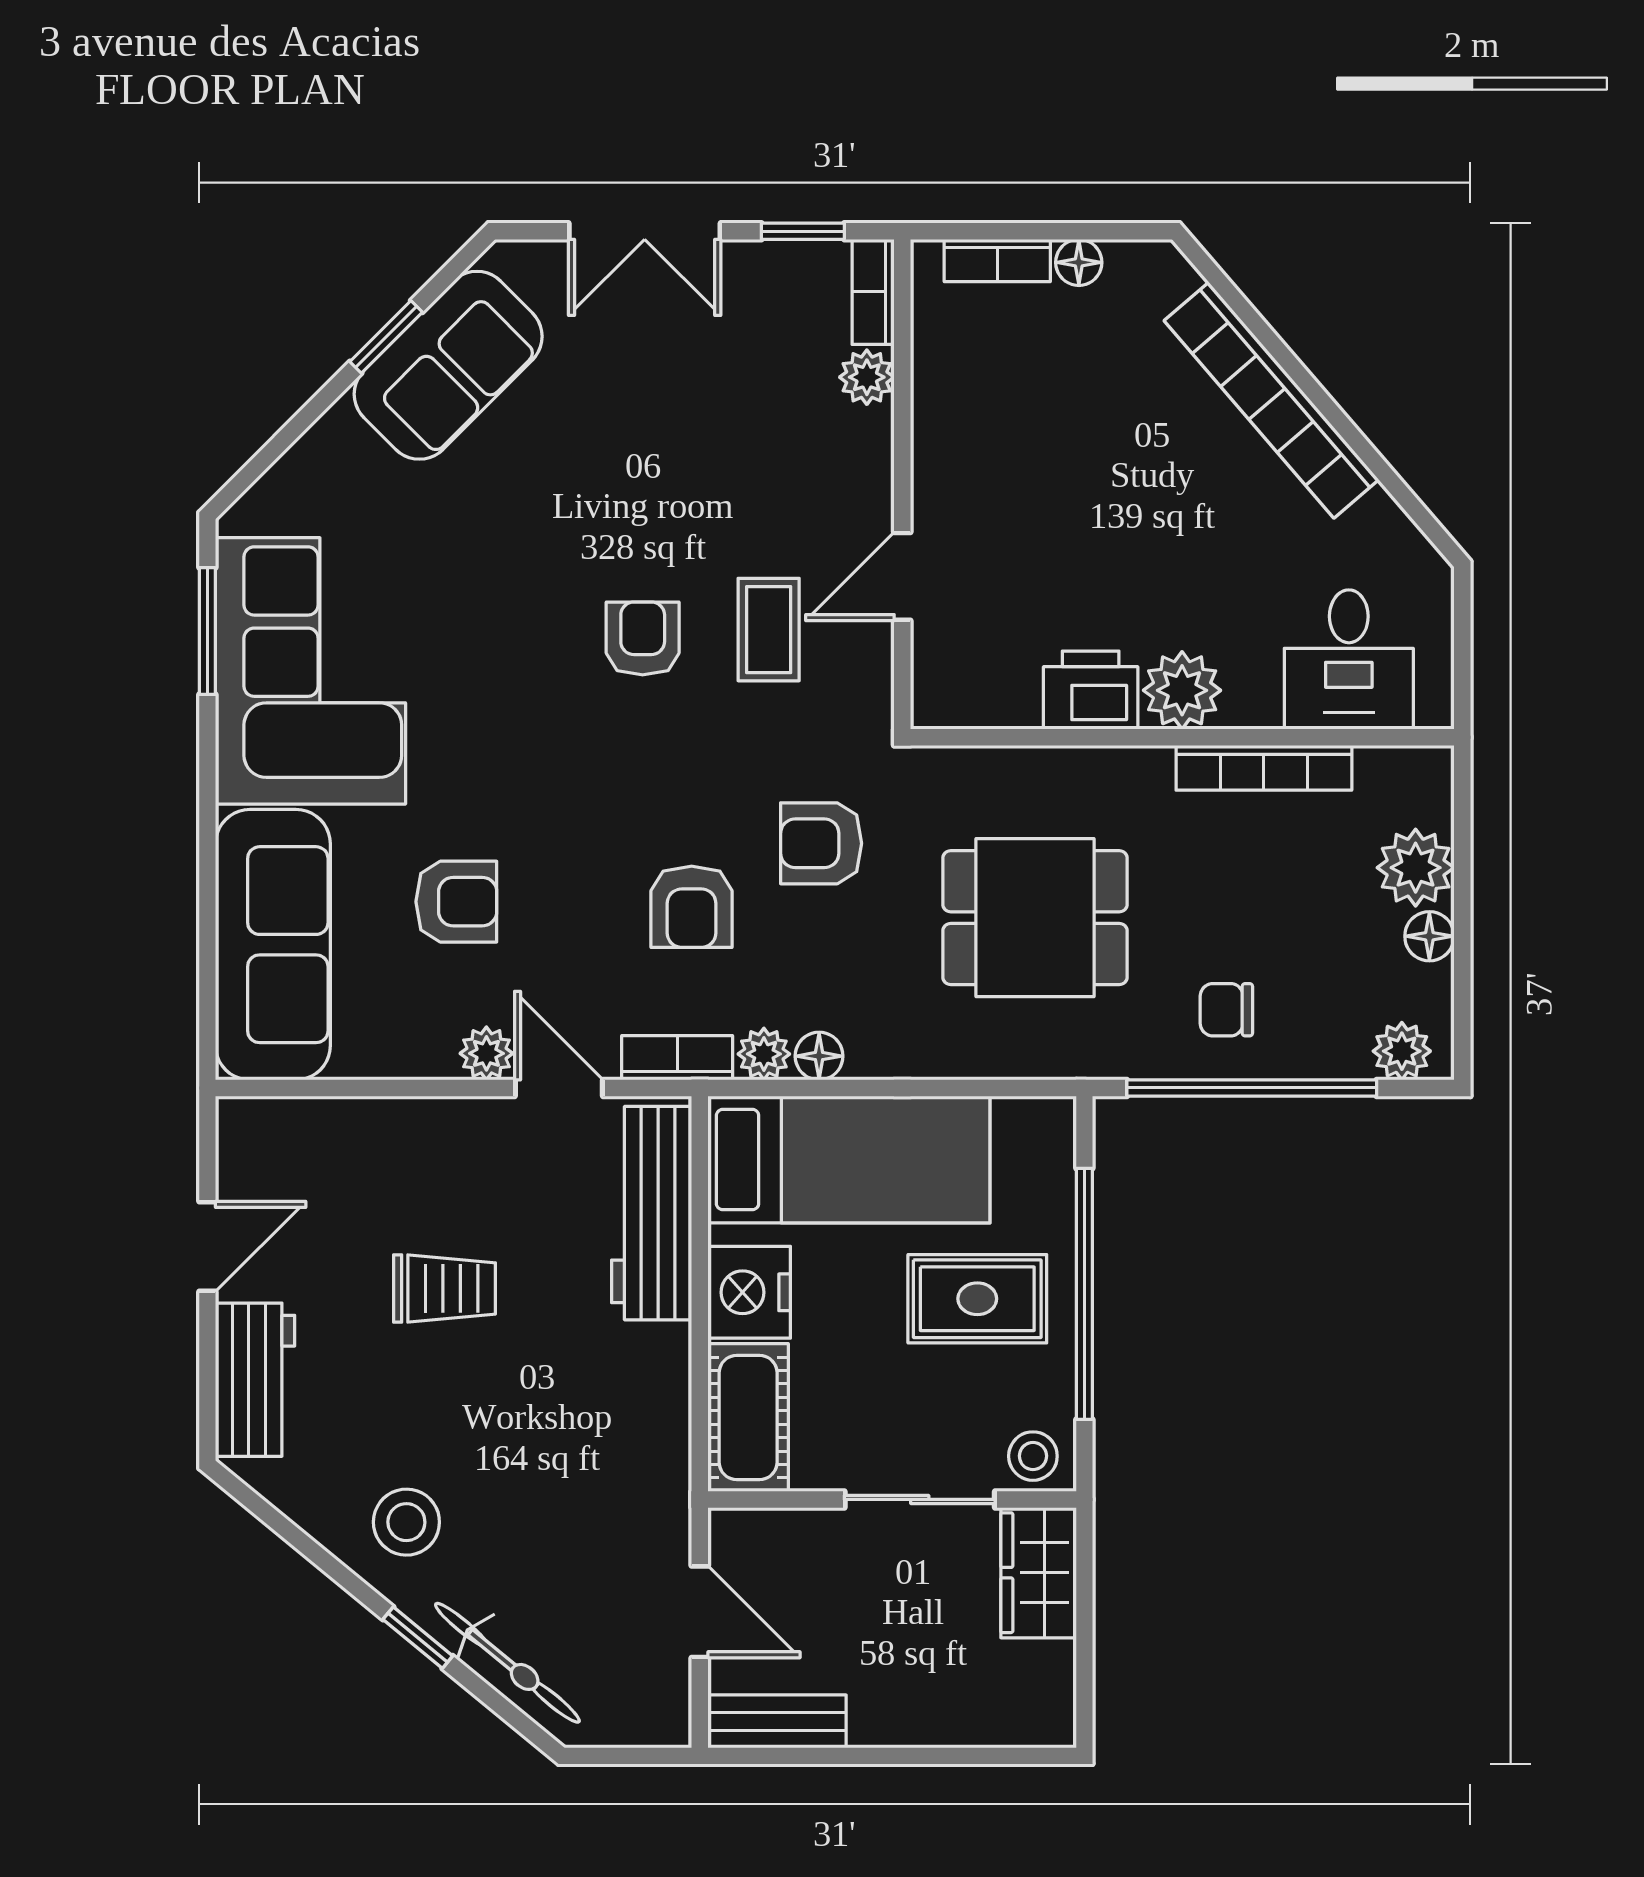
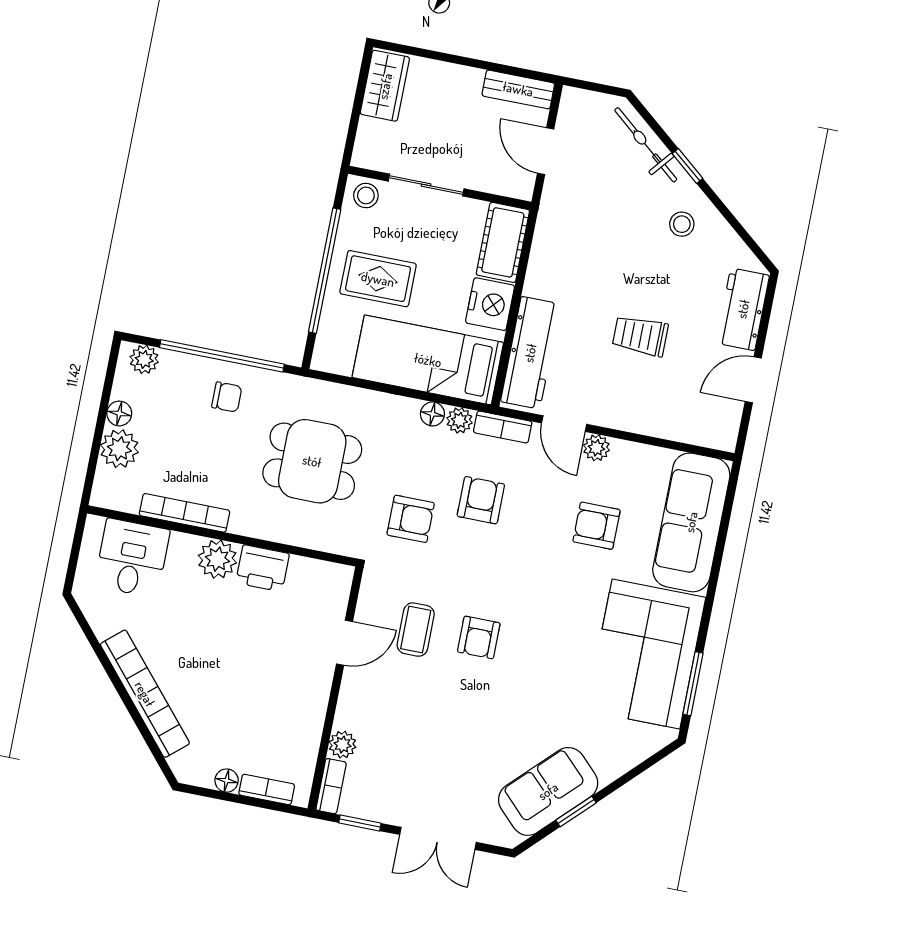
double door: (645, 231) -> (438, 838), swing flipped
stool: (406, 1522) -> (682, 224), width x0.73, depth x0.73
wardrobe: (1039, 1573) -> (385, 86), moved

